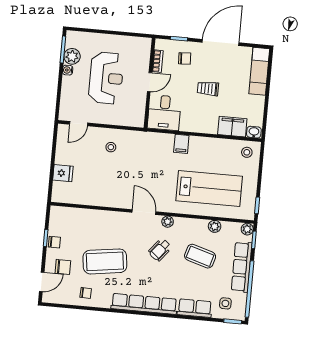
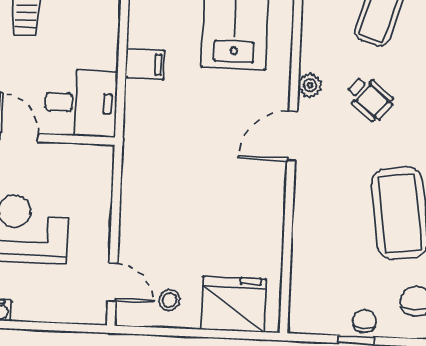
stool: (111, 147) -> (169, 300), moved
fridge: (63, 173) -> (233, 304), width x1.88, depth x1.34

